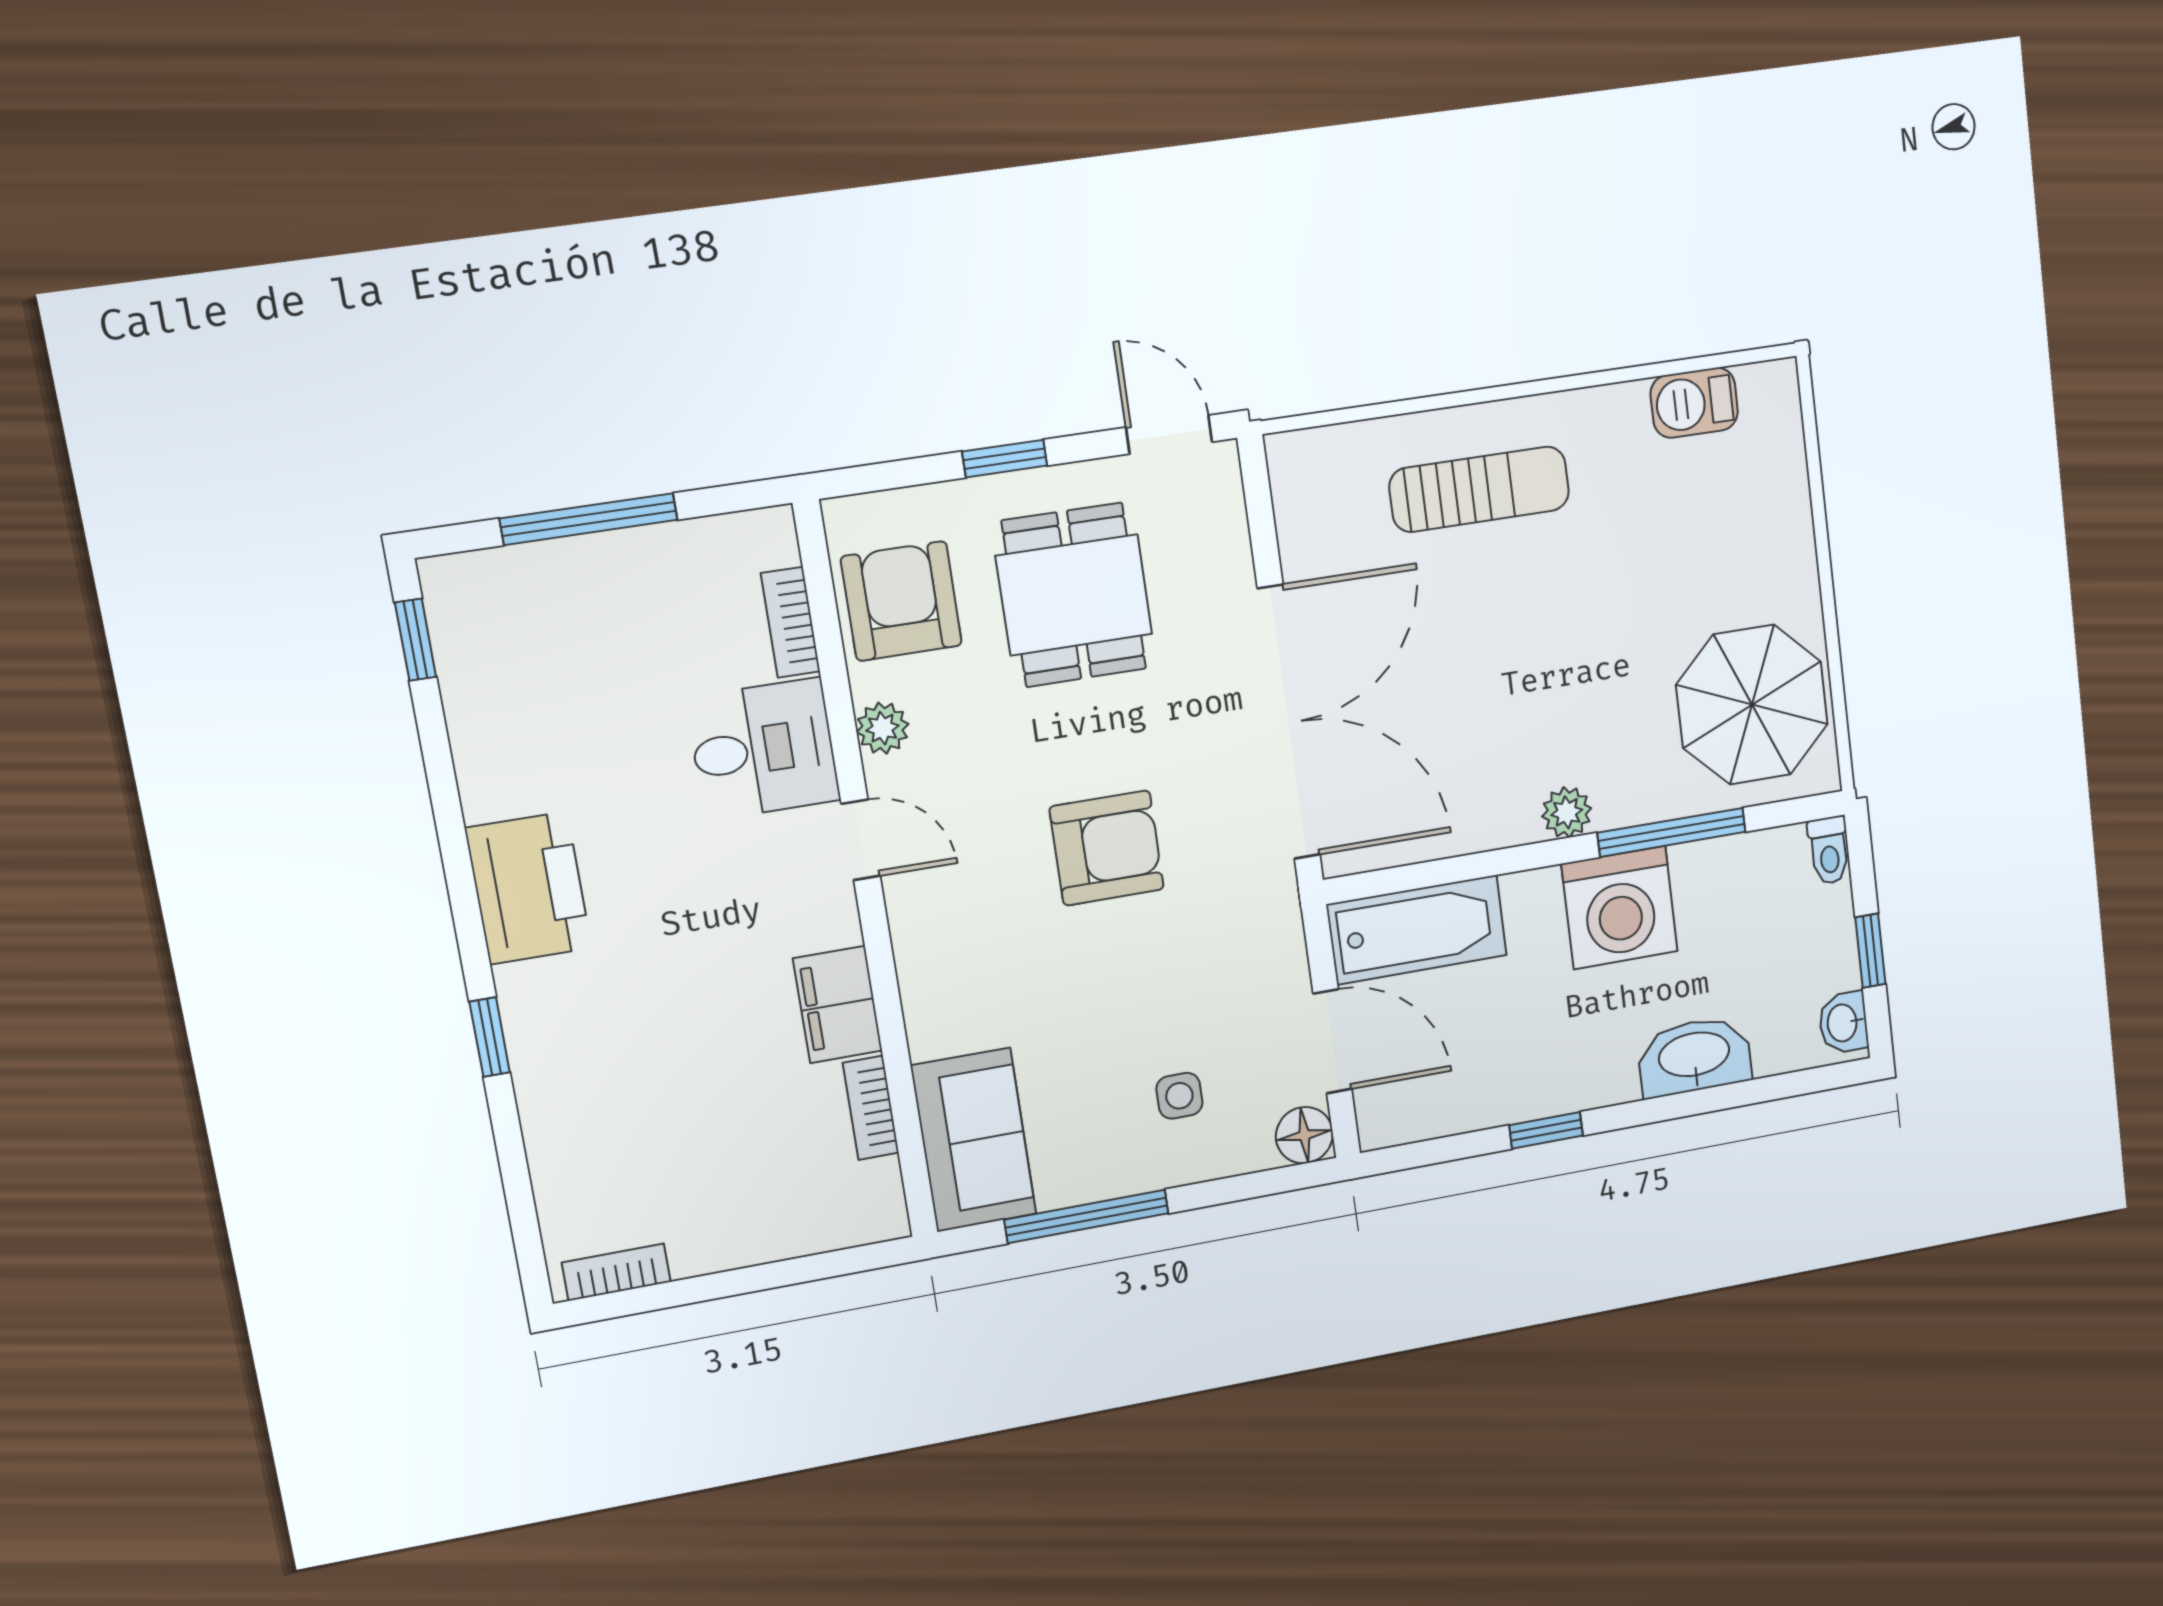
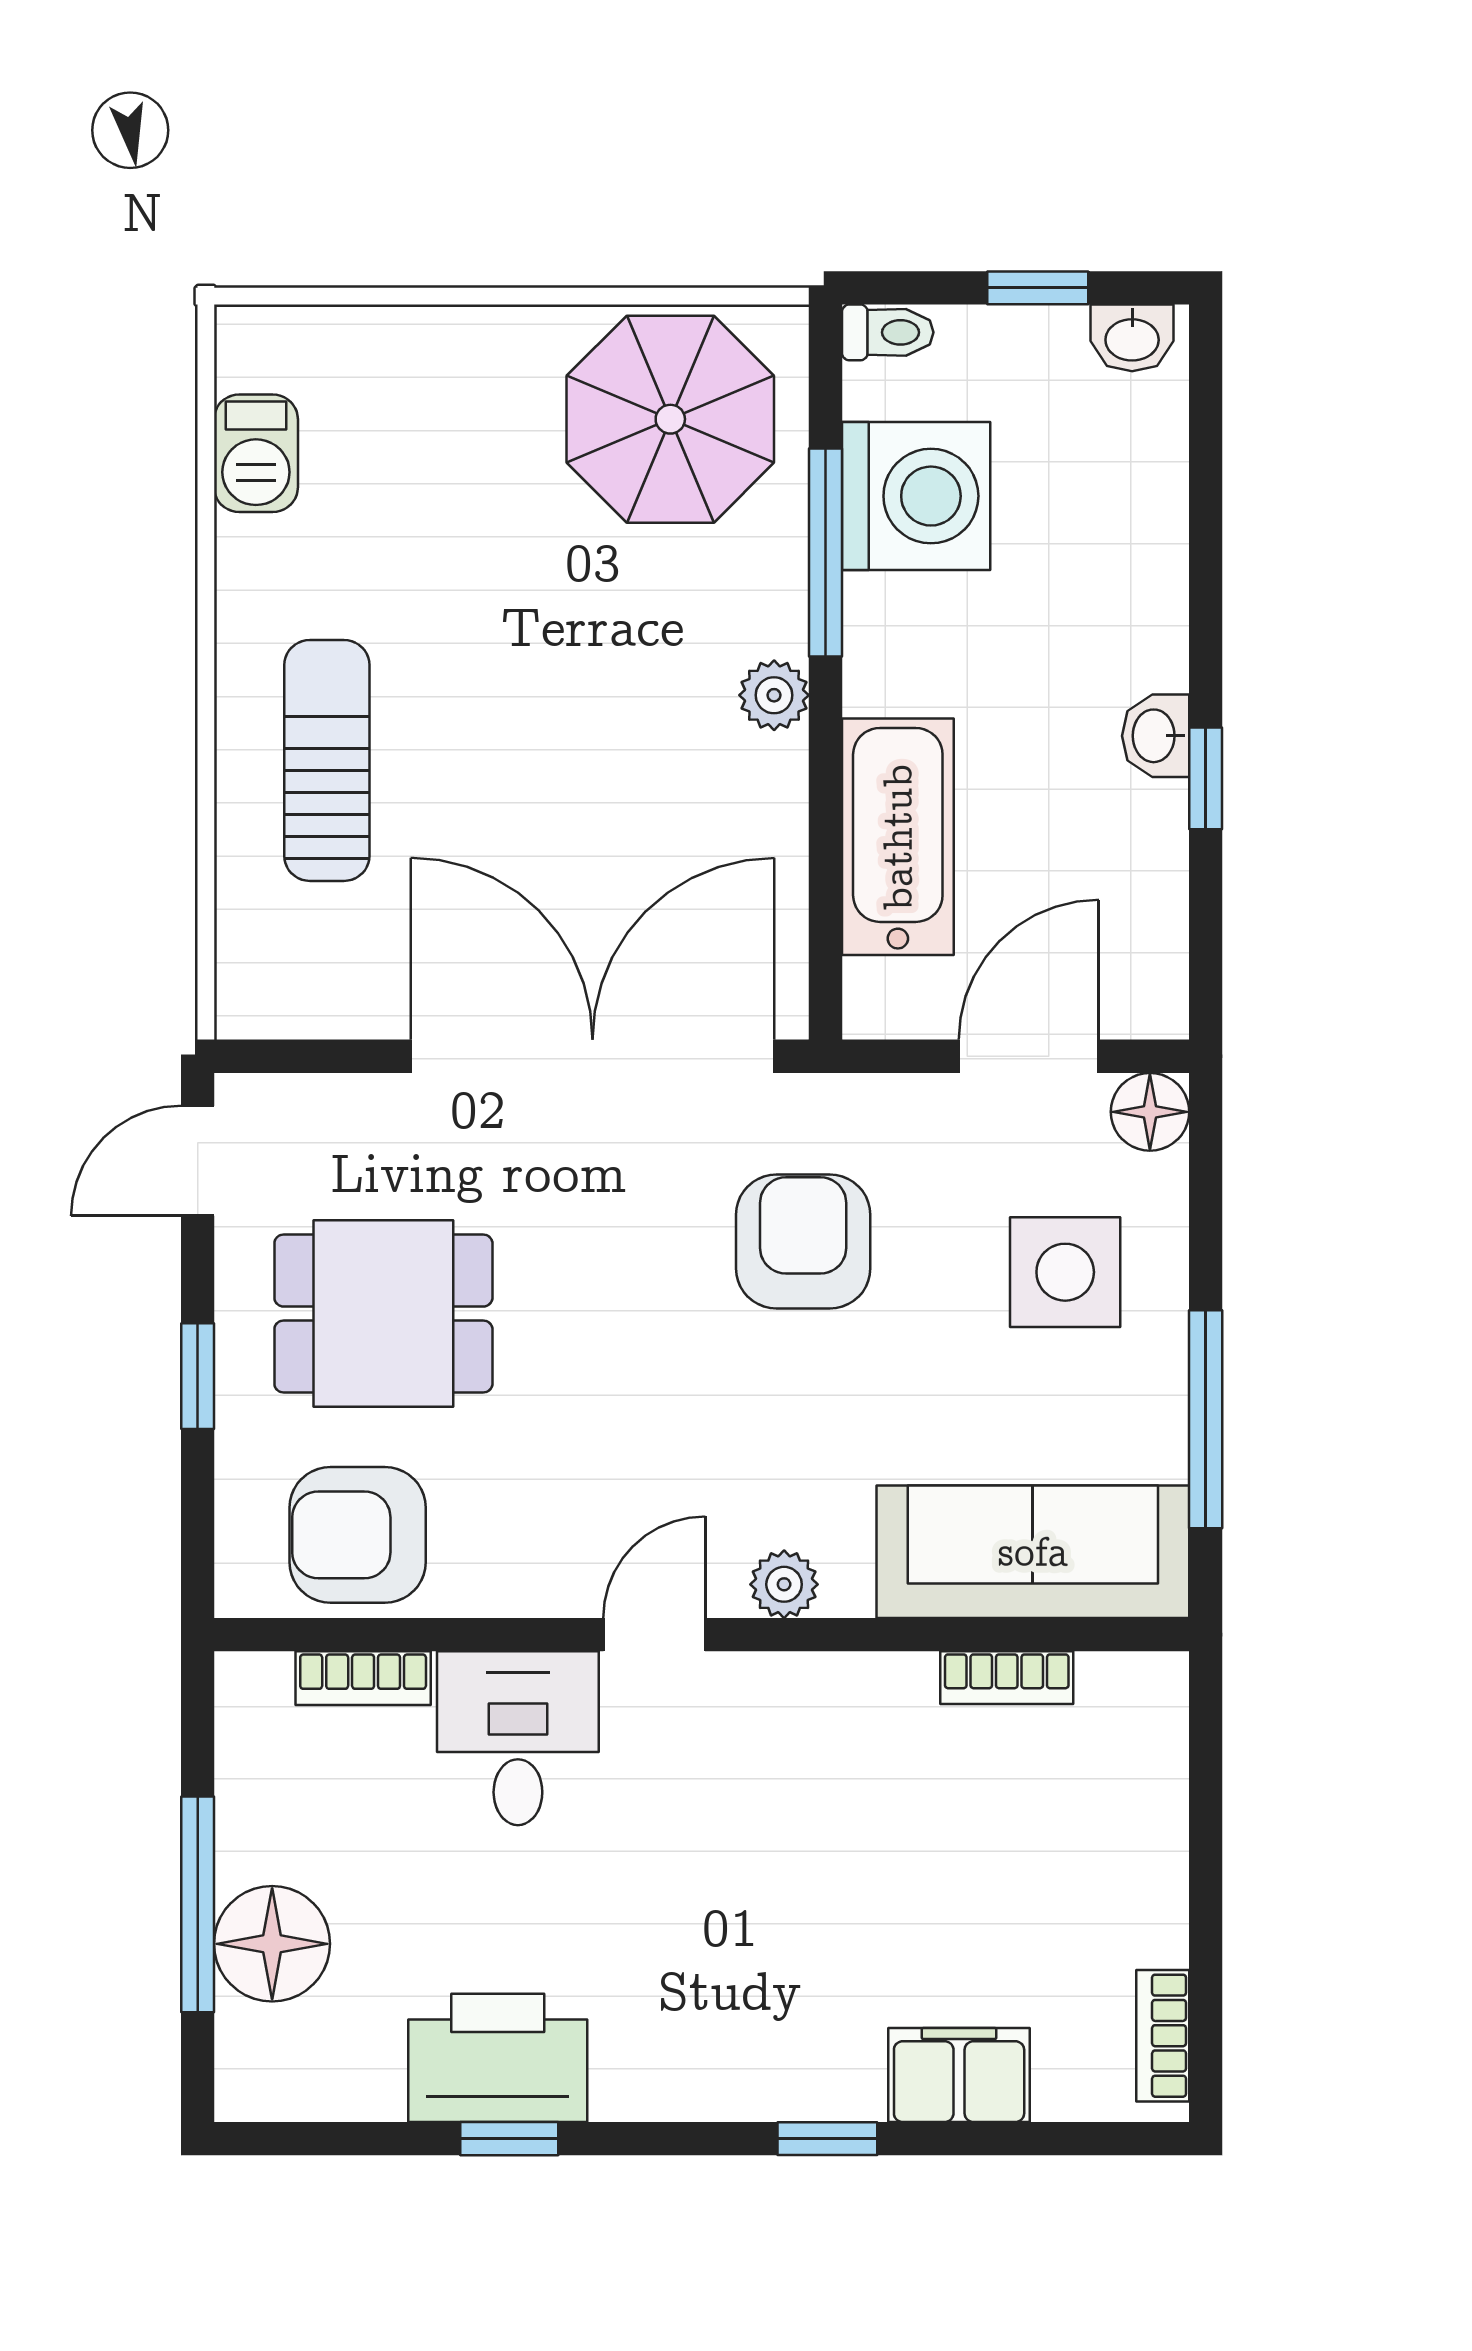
floor lamp: (567, 583) -> (272, 1944), added
window: (416, 640) -> (509, 2139), moved
plant: (882, 728) -> (784, 1584), moved
armchair: (1107, 848) -> (803, 1242), moved
printer: (528, 888) -> (498, 2058), moved
washing machine: (1620, 908) -> (916, 496), moved
bathtub: (1417, 930) -> (898, 837), moved
filing cabinet: (838, 1005) -> (959, 2075), moved, turned 180
washbasin: (1694, 1056) -> (1156, 736), moved, width x0.52, depth x0.69
side table: (1179, 1096) -> (1065, 1272), width x1.87, depth x1.87
sofa: (974, 1140) -> (1033, 1552), width x1.36

